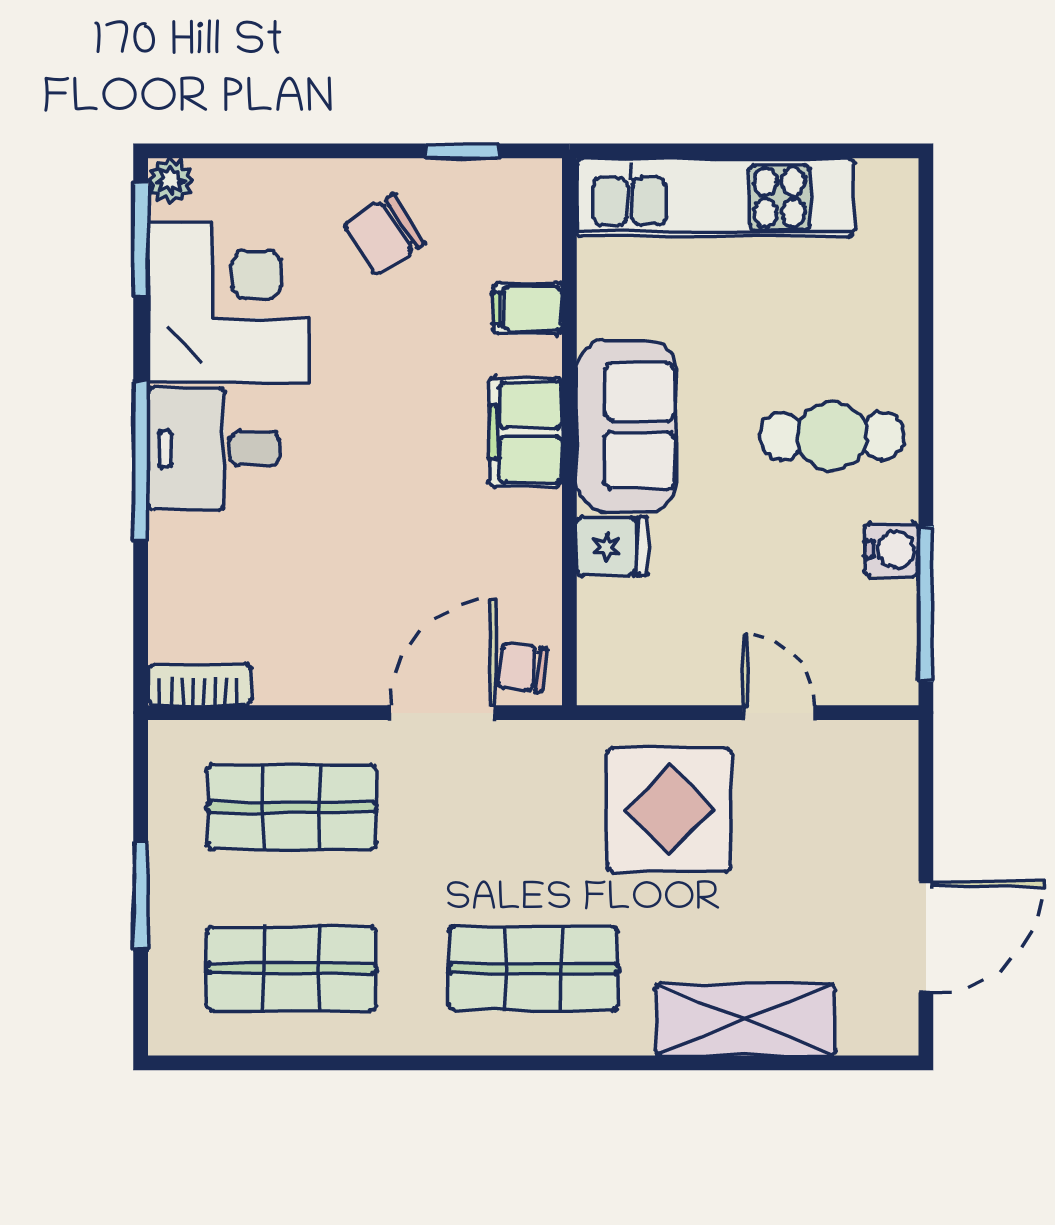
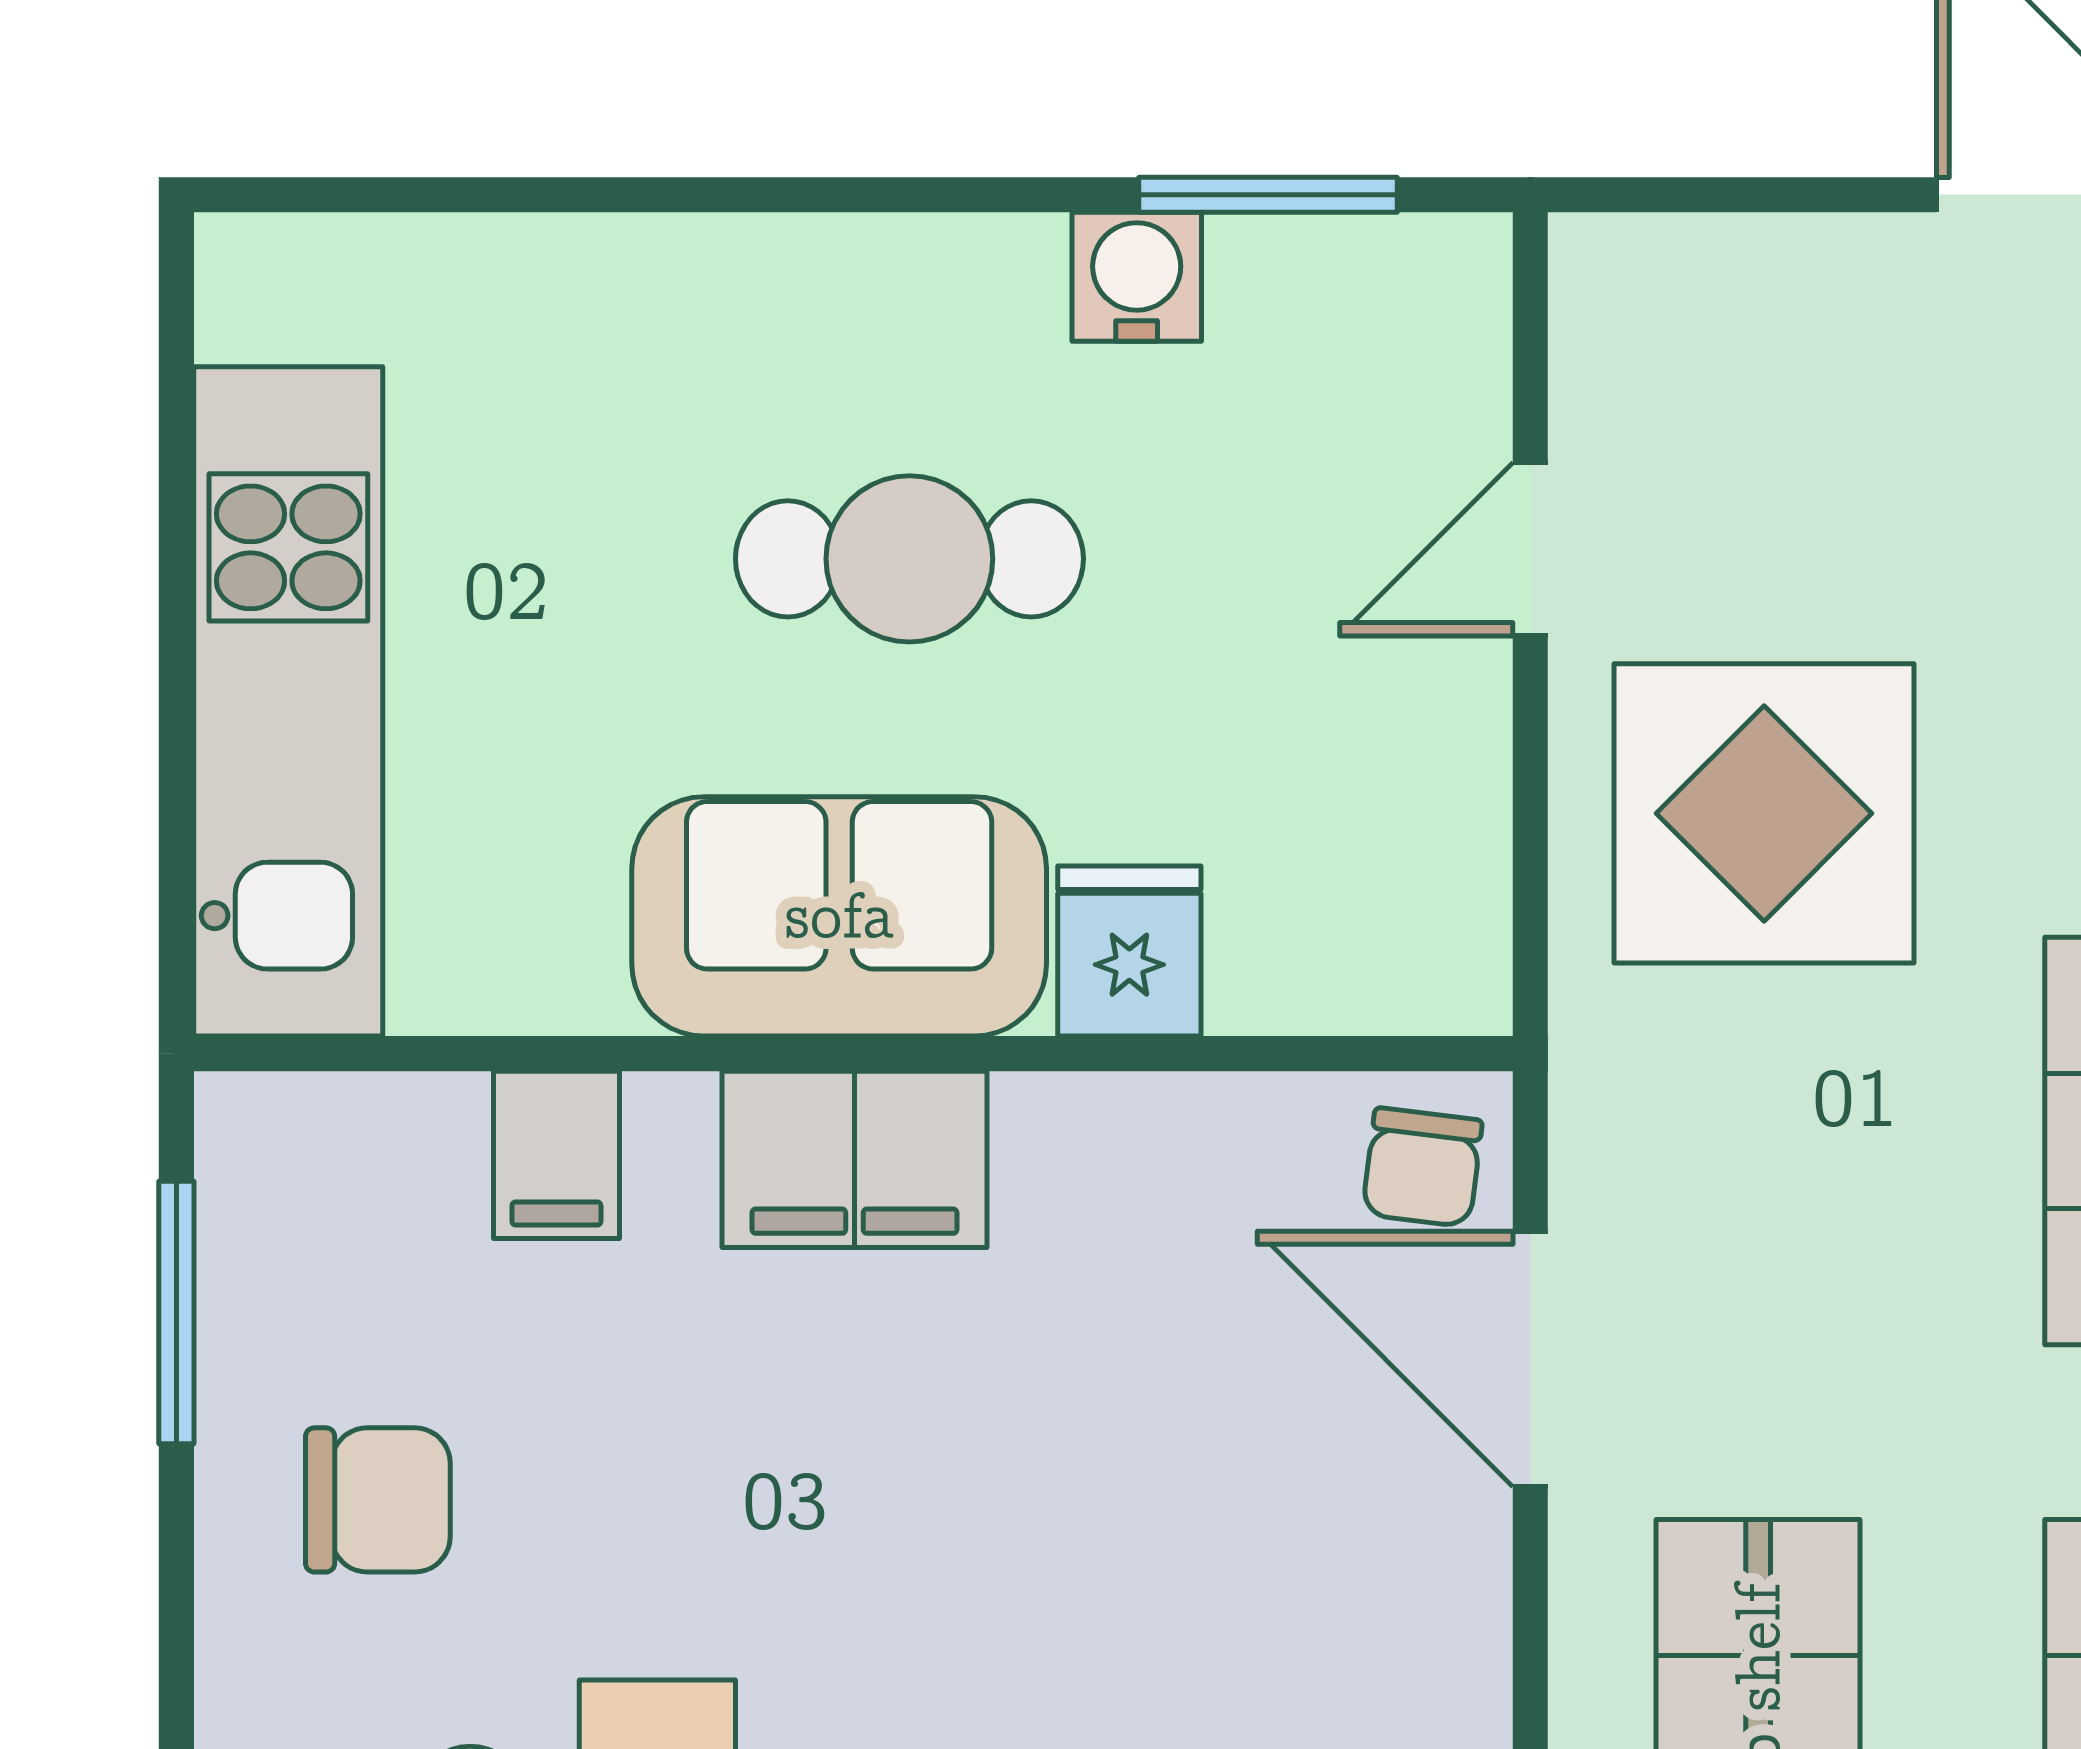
window: (462, 151) -> (176, 1313), width x1.50
chair: (384, 234) -> (378, 1500), turned -58
cafe table: (832, 436) -> (909, 559), moved, turned 90
window: (926, 604) -> (1268, 195), width x0.69

